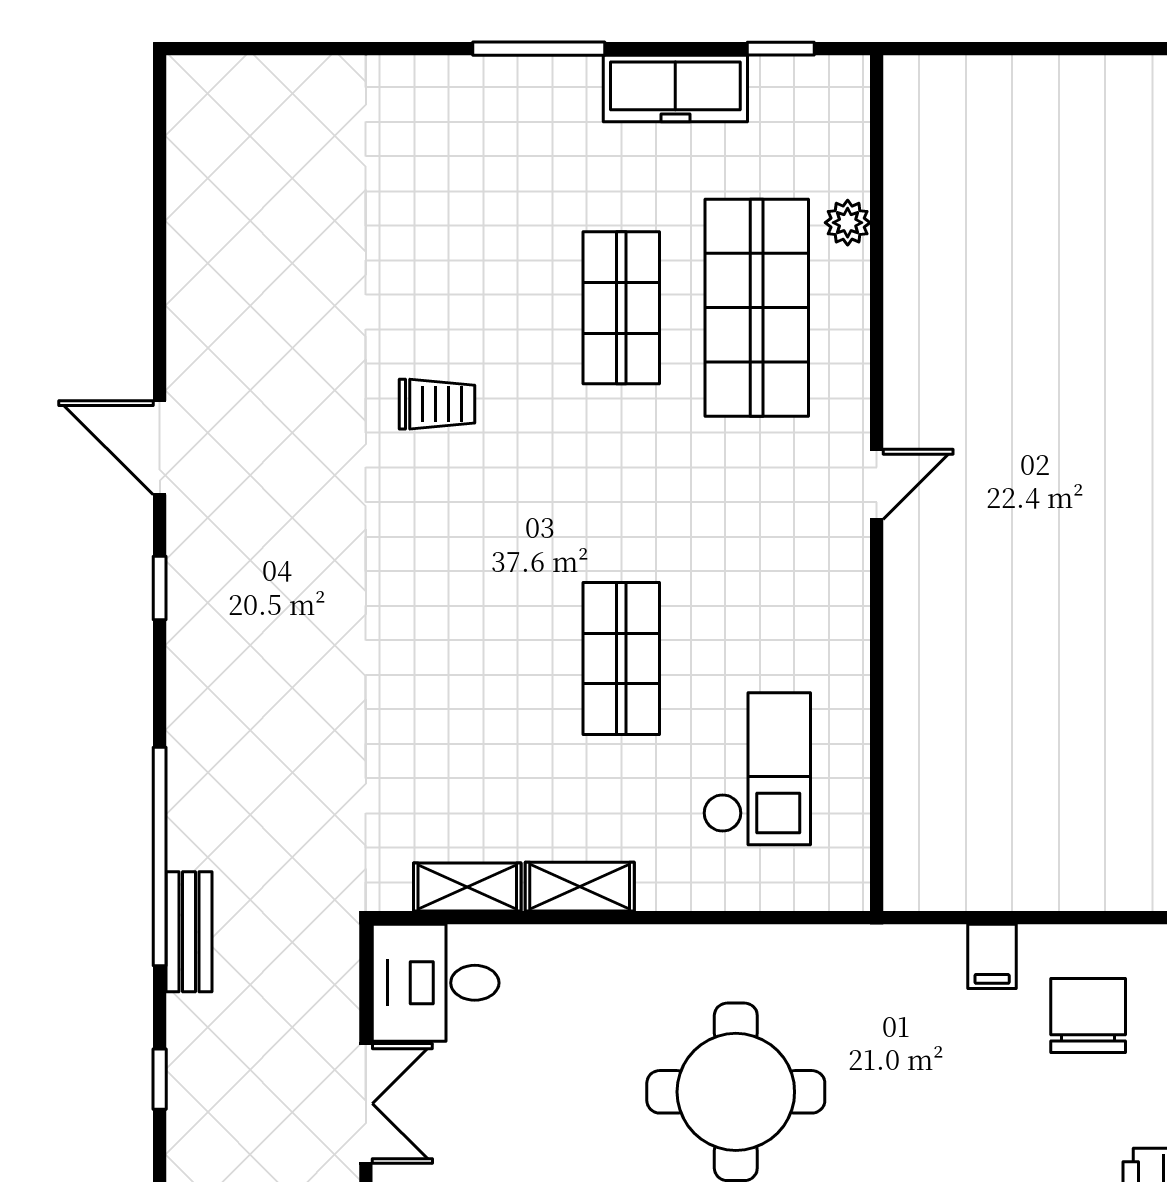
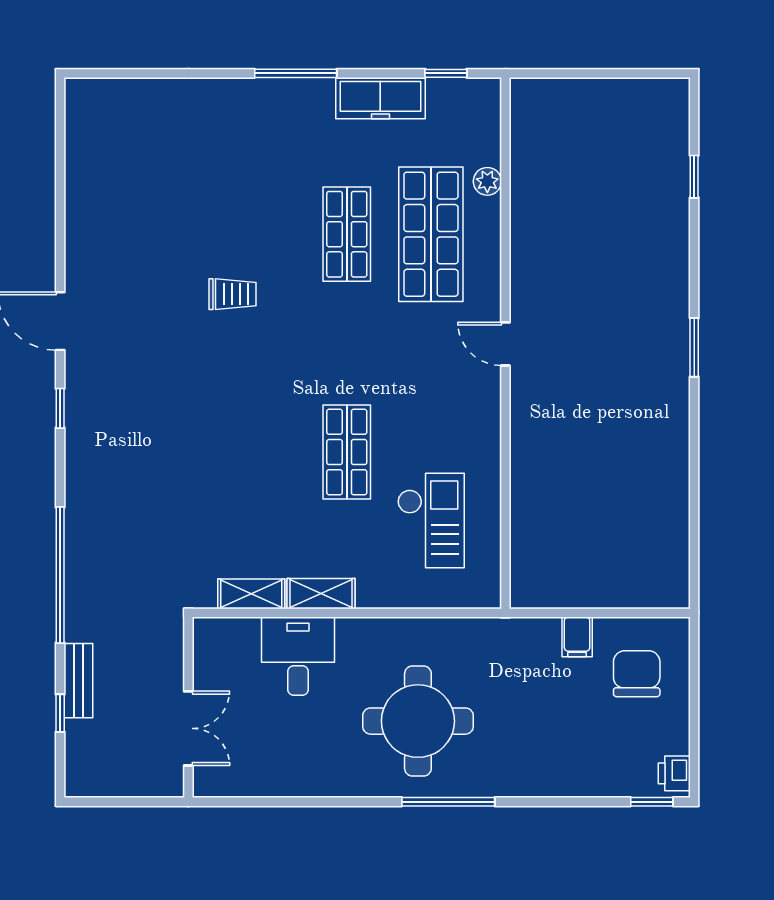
door: (877, 484) -> (505, 344), swing flipped
bench: (189, 932) -> (78, 681), moved
desk: (436, 983) -> (298, 656), moved, turned 90

